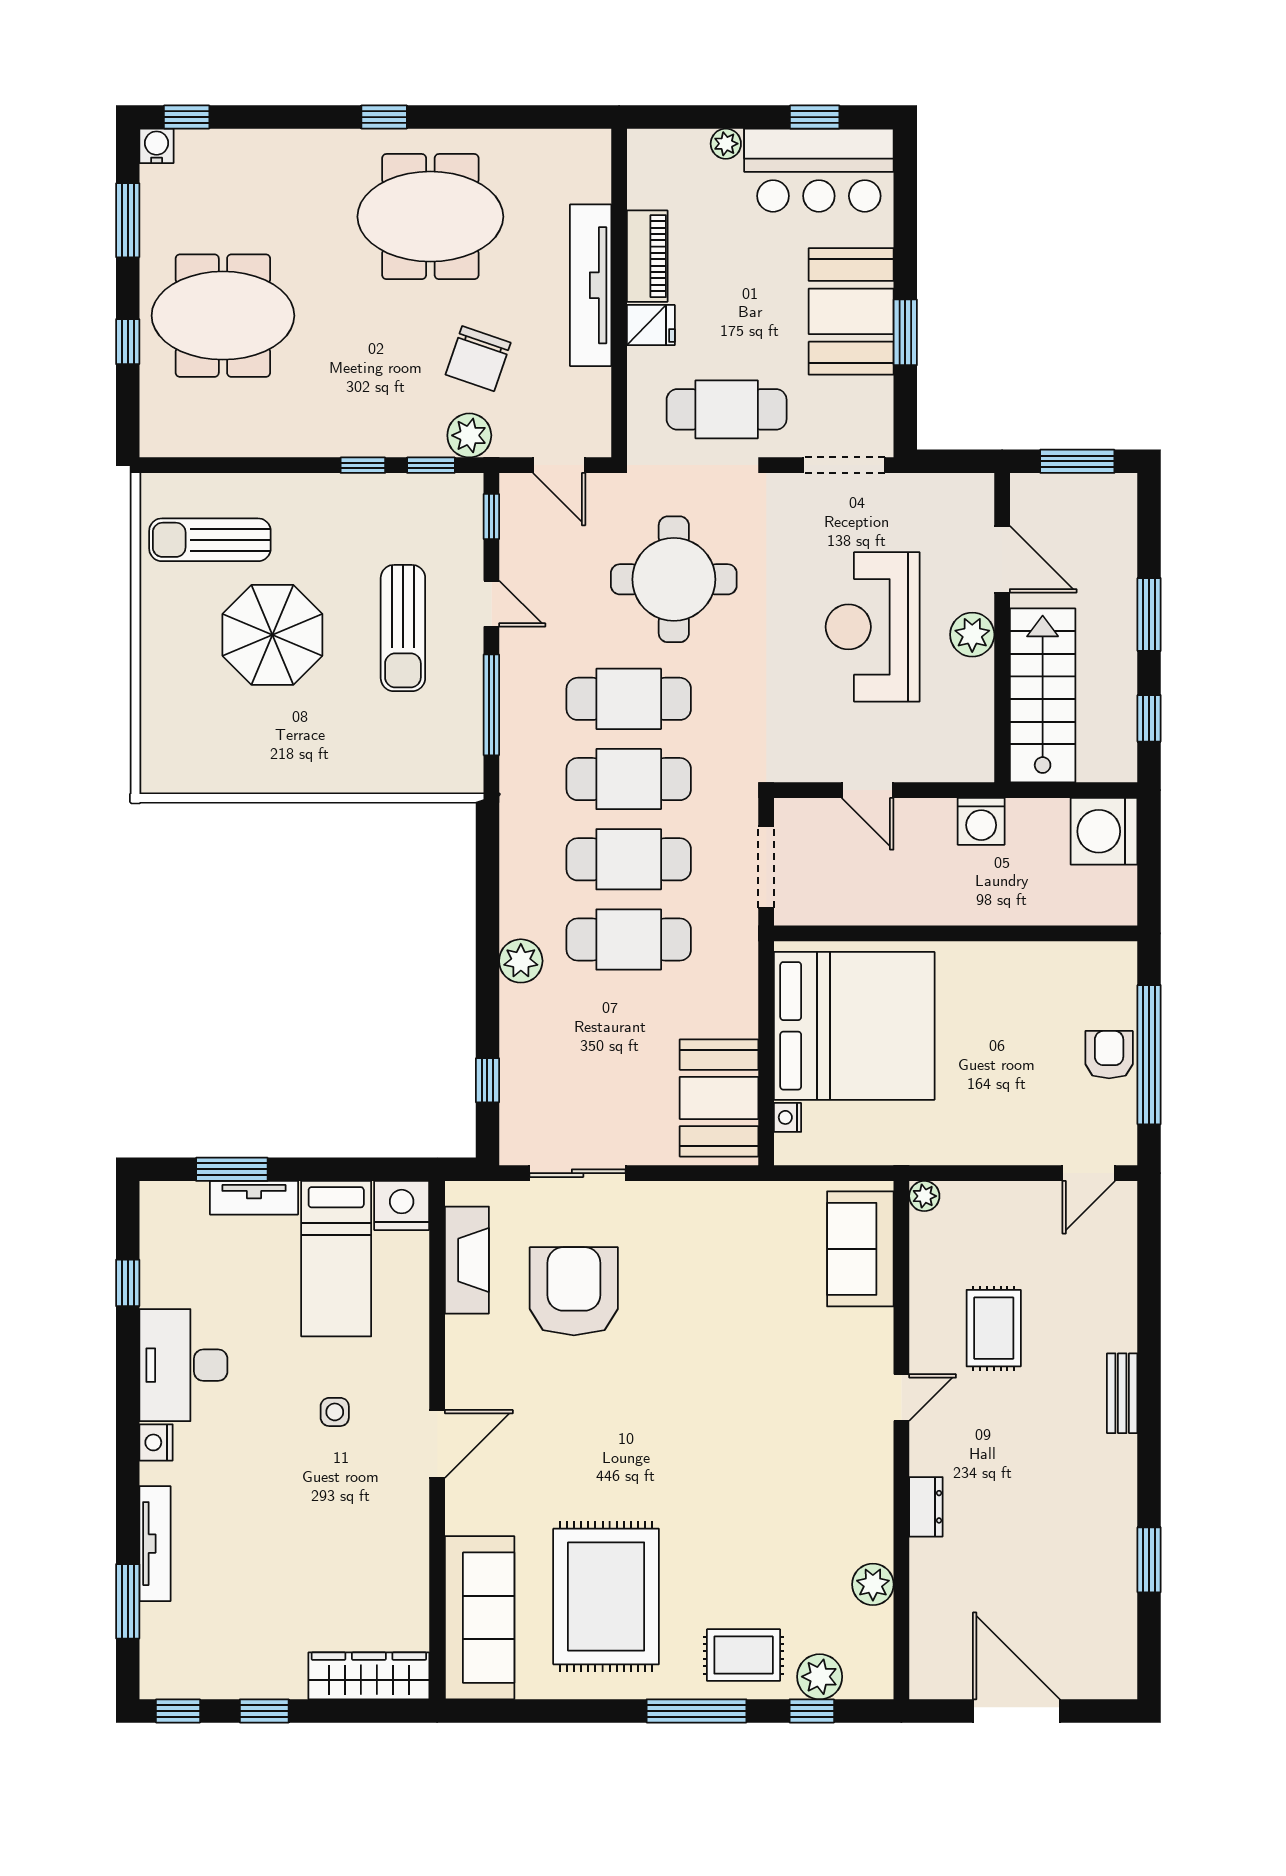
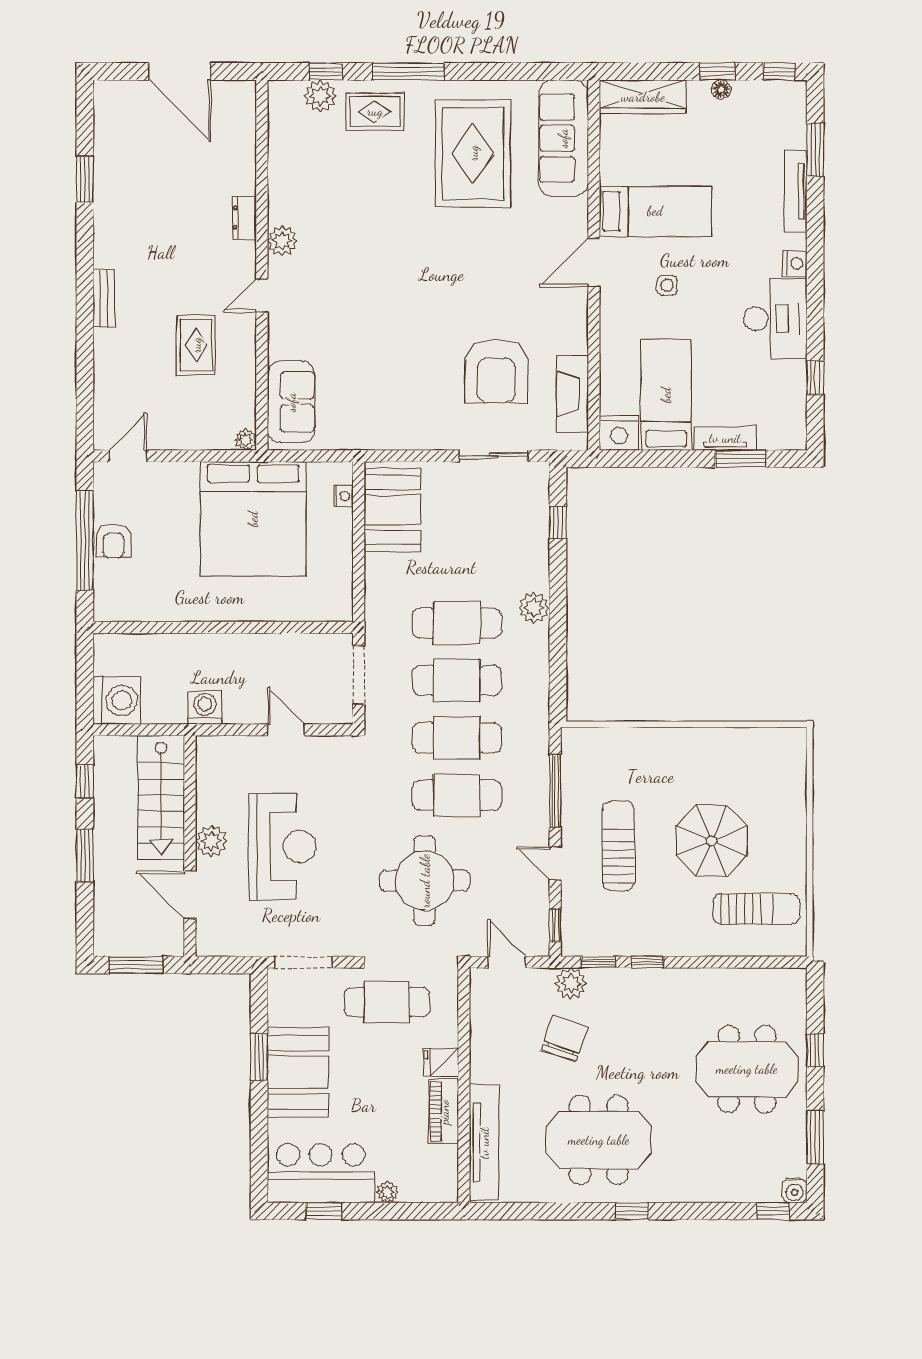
tv unit: (591, 285) -> (484, 1143), moved
bed: (854, 1026) -> (253, 519), moved, turned -90
bed: (351, 1515) -> (655, 211), added
plant: (873, 1584) -> (282, 241), moved
floor lamp: (259, 1686) -> (721, 90), added

